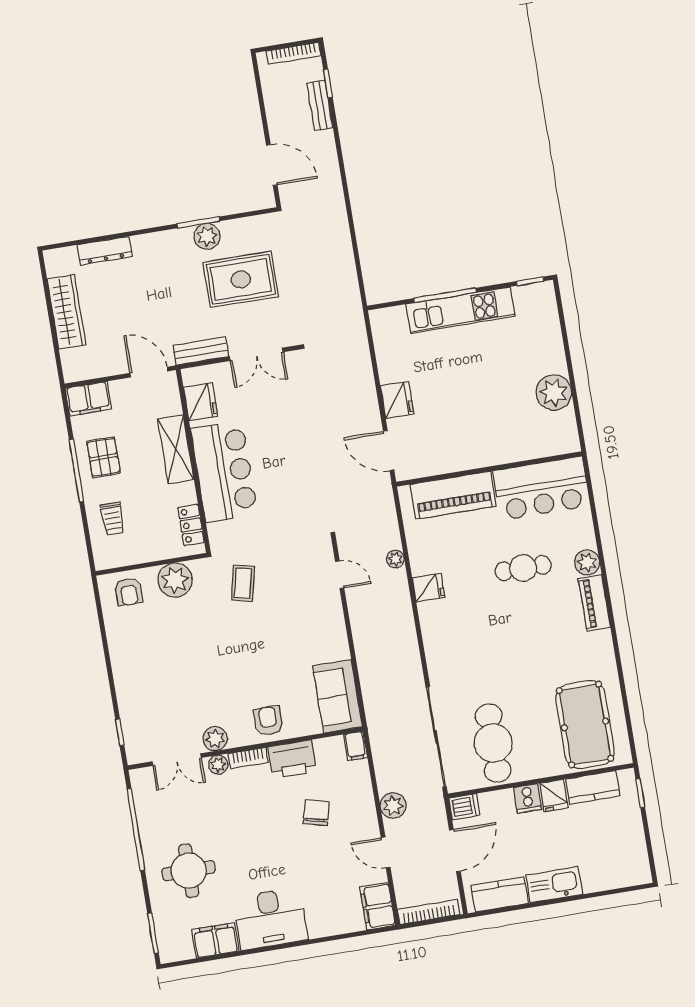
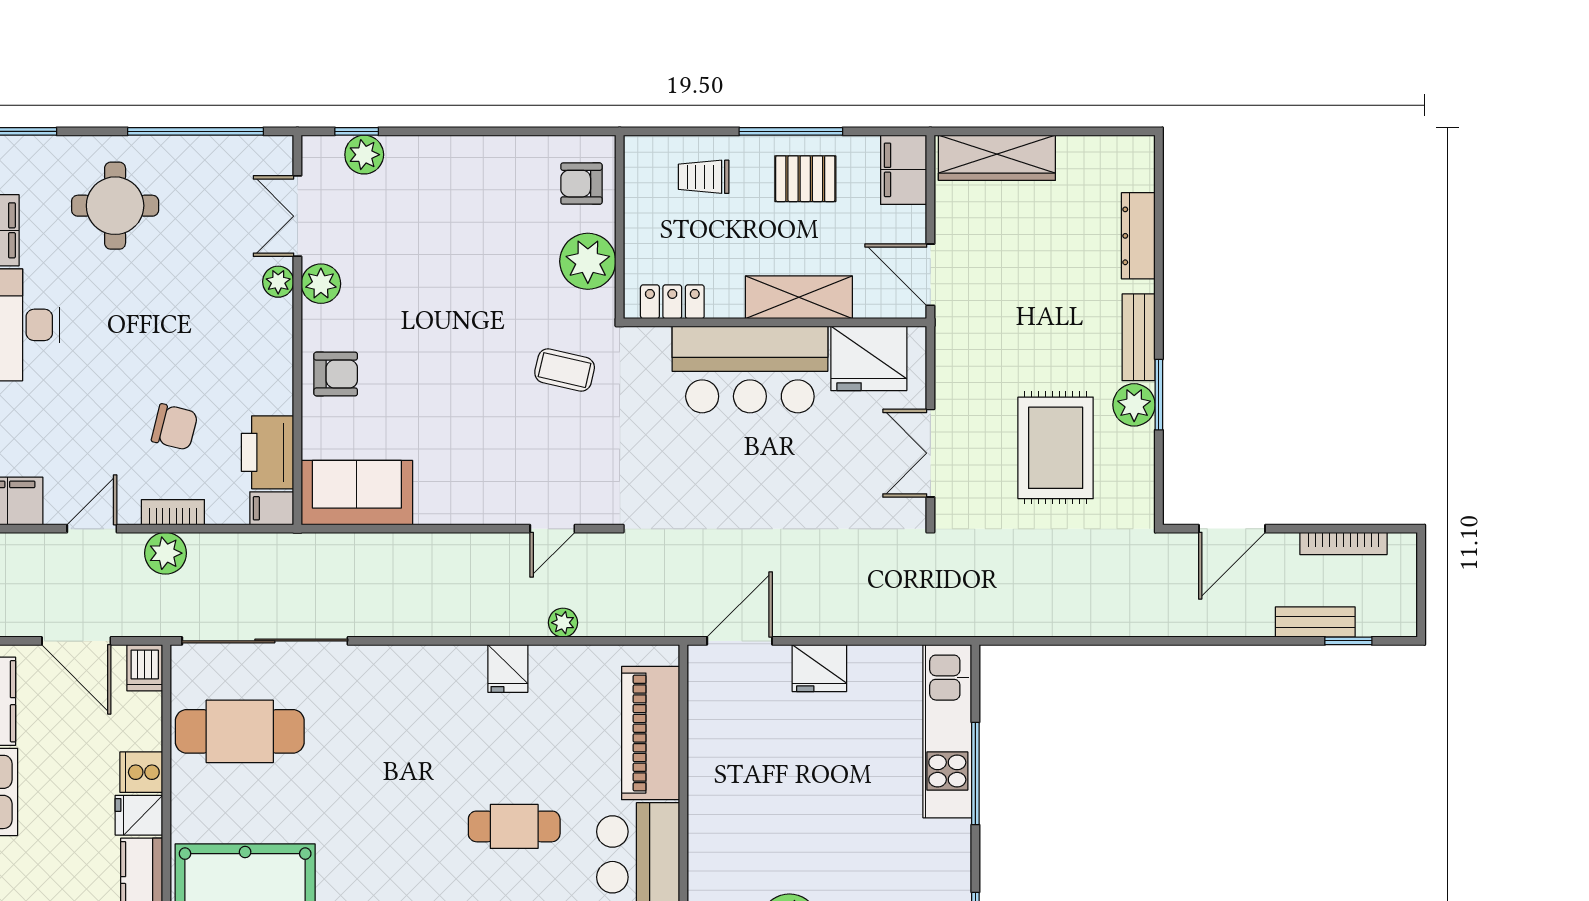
bookcase: (294, 53) -> (1343, 543), moved, turned -90
kitchen unit: (460, 310) -> (947, 731), moved
wardrobe: (66, 312) -> (997, 158), moved
bench: (201, 351) -> (1139, 337), moved
door: (149, 372) -> (930, 275), swing flipped
fridge: (201, 402) -> (869, 358), width x1.36, depth x1.34
cafe table: (523, 568) -> (514, 826), turned 90
plant: (133, 726) -> (364, 155), added
bookcase: (248, 758) -> (173, 512), moved, turned 90
printer: (292, 759) -> (267, 452), moved

